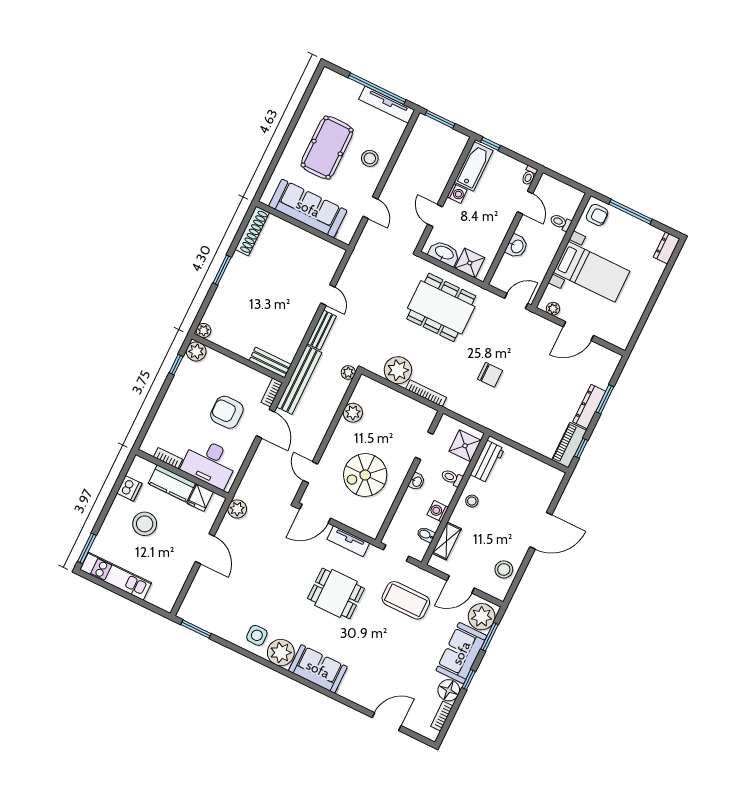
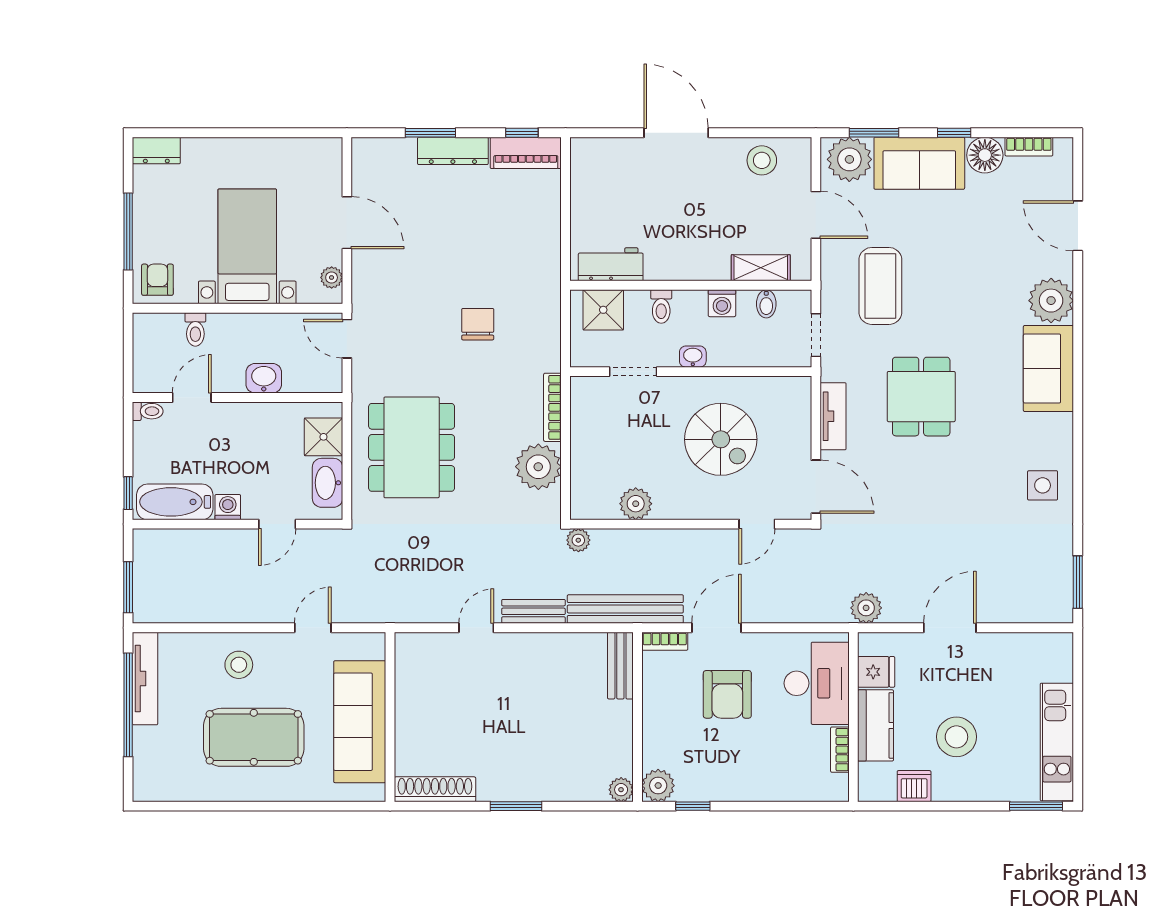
stool: (472, 501) -> (682, 259), removed
plant: (281, 653) -> (1051, 301), moved

